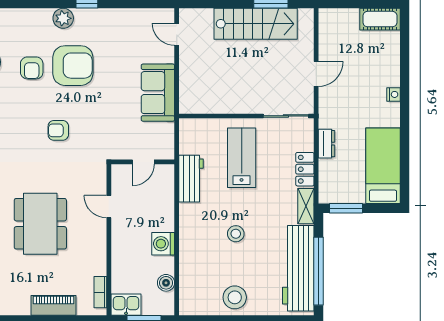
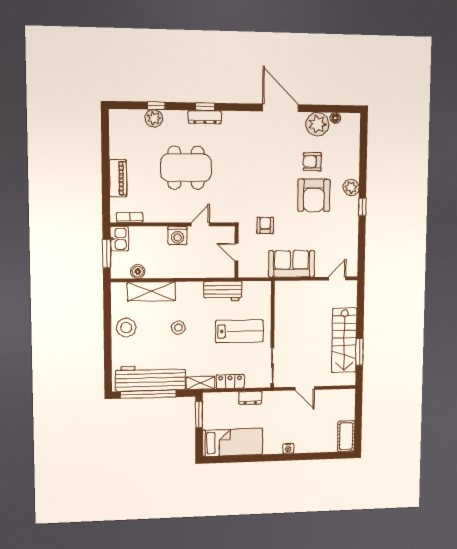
armchair: (58, 130) -> (265, 225), moved
washing machine: (163, 244) -> (177, 236), moved, turned 180
shelving: (191, 266) -> (151, 291), added

